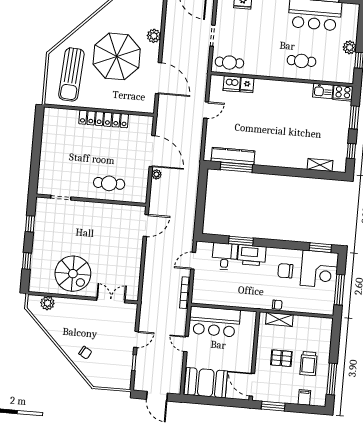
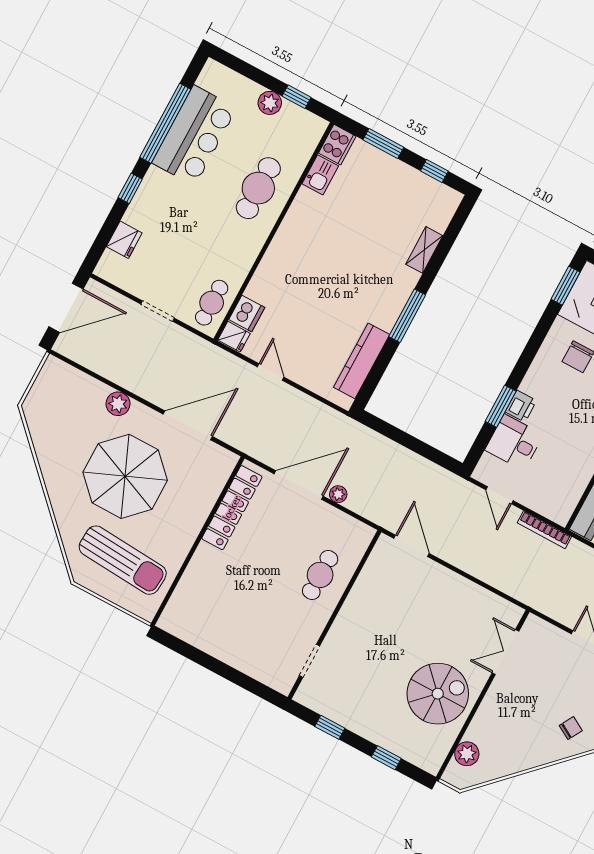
cafe table: (301, 61) -> (258, 188), width x1.37, depth x1.35
fridge: (247, 85) -> (234, 337), moved
locker: (104, 119) -> (232, 508), moved
shelving: (320, 165) -> (424, 250), moved
window: (236, 167) -> (407, 316), moved
printer: (252, 255) -> (521, 406), width x0.53, depth x0.68

